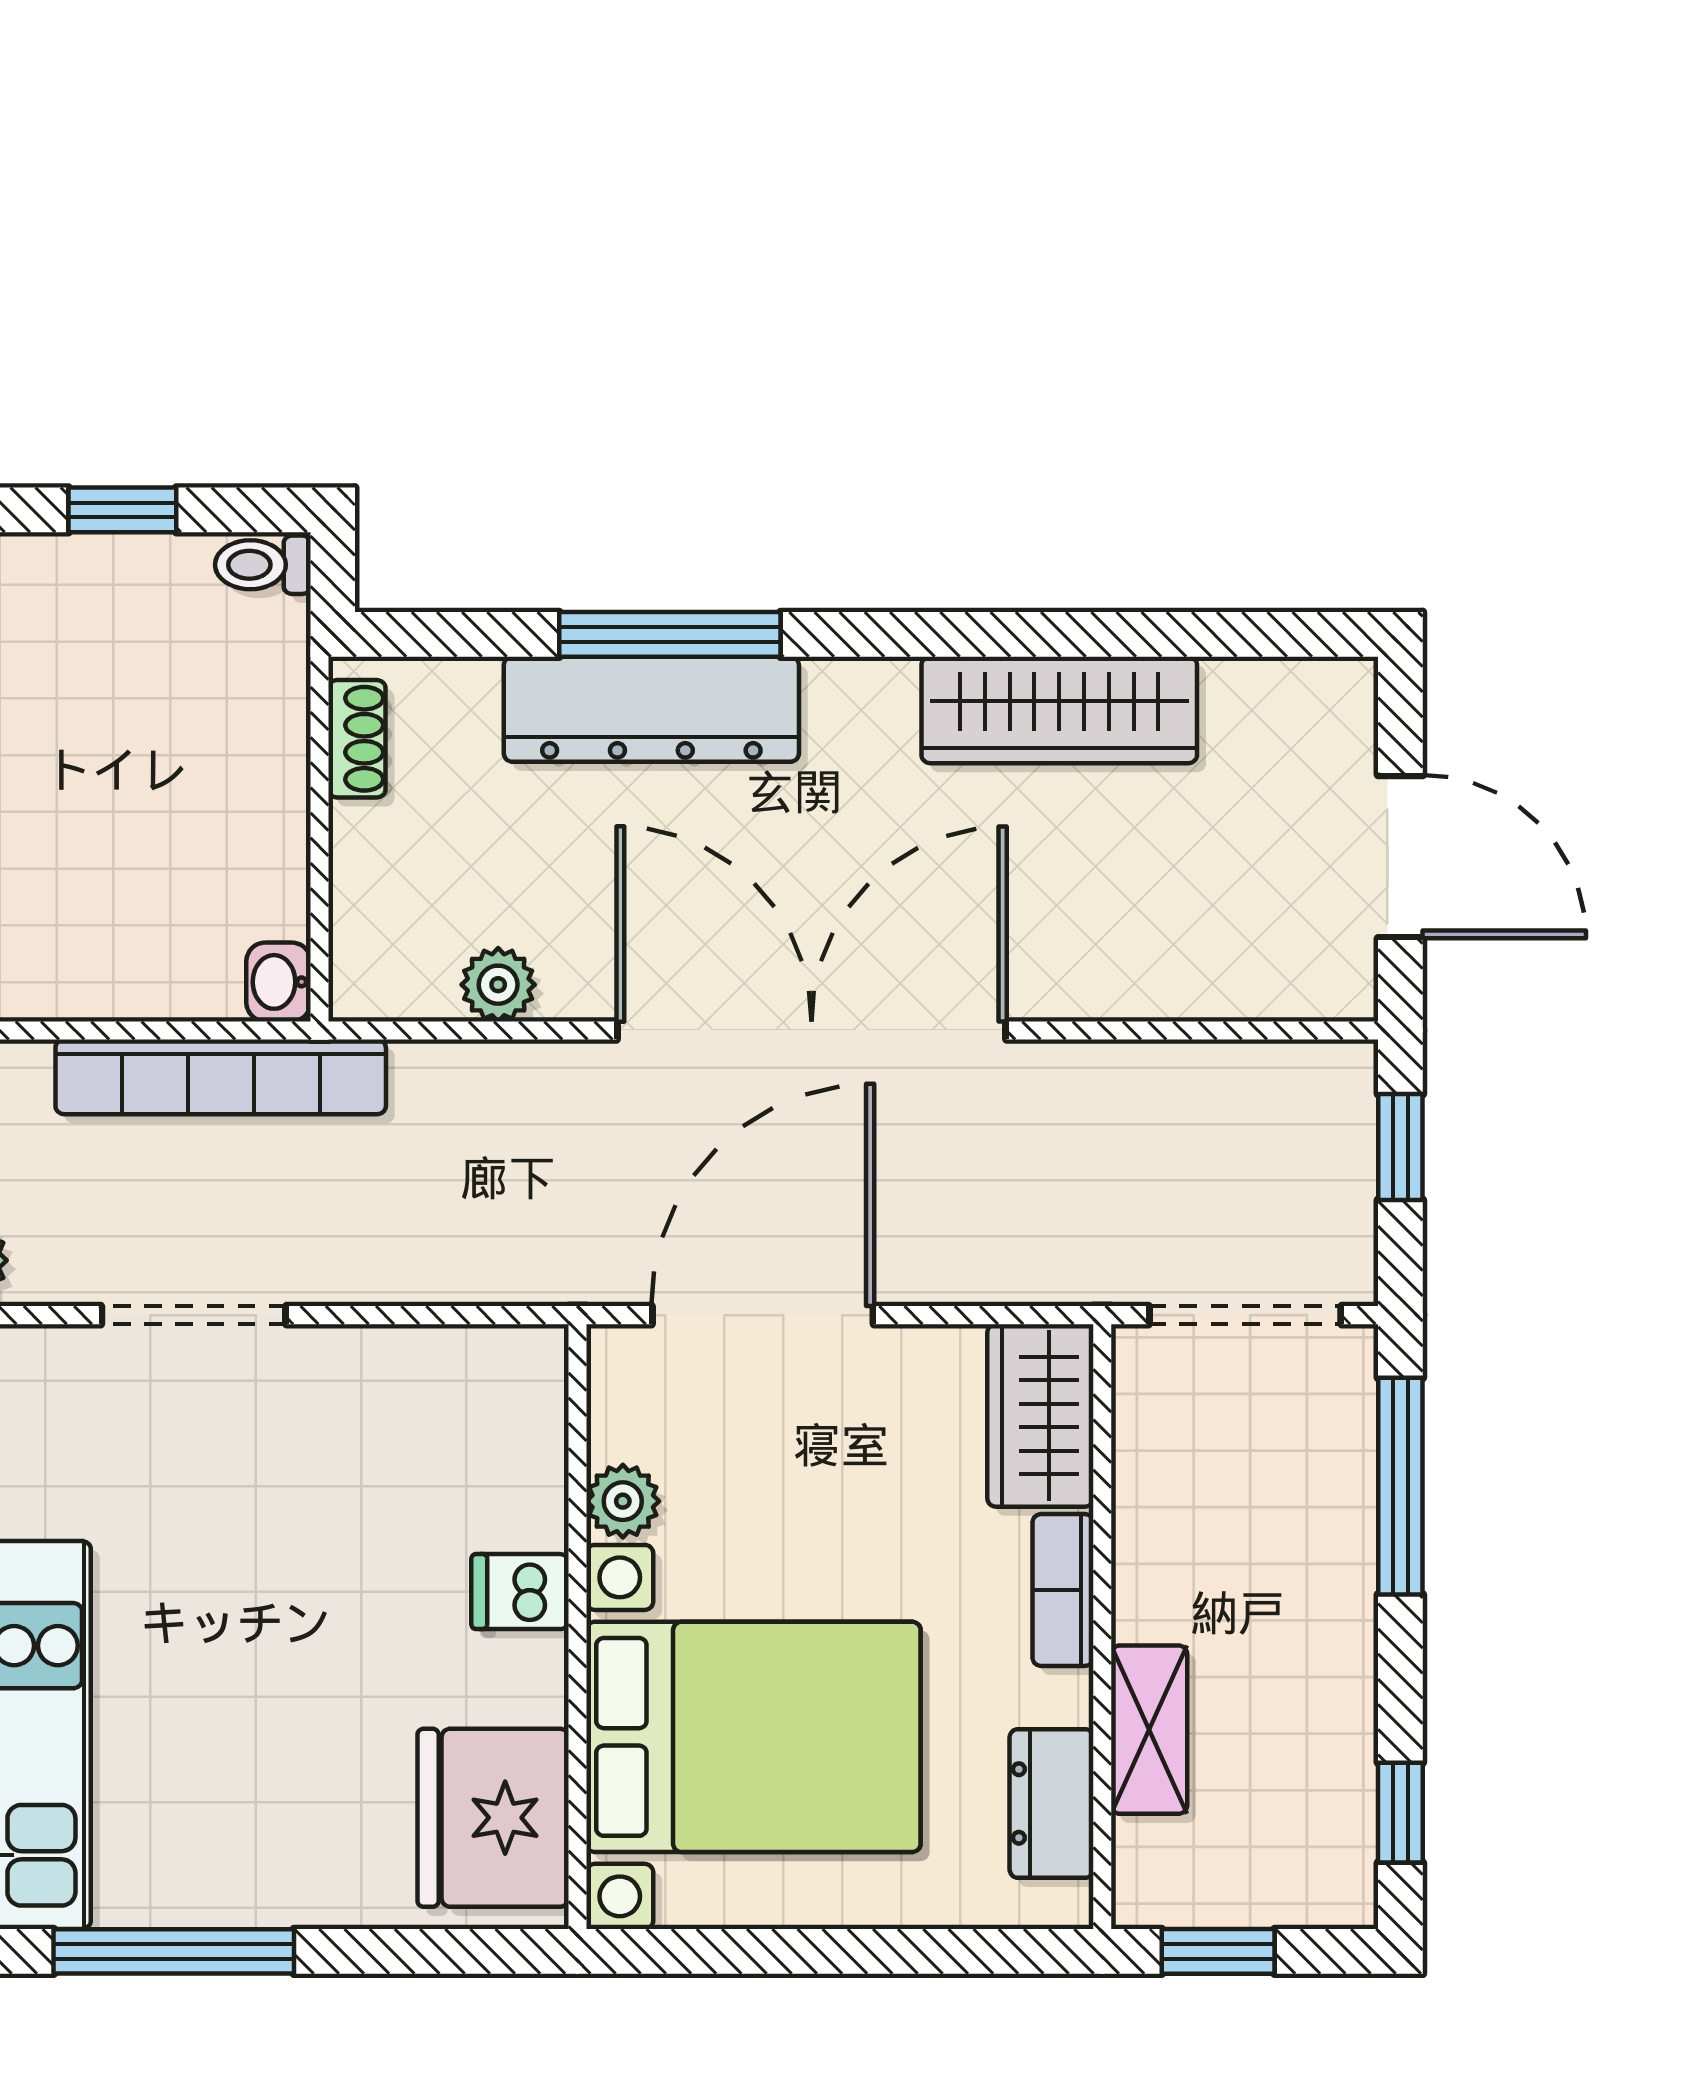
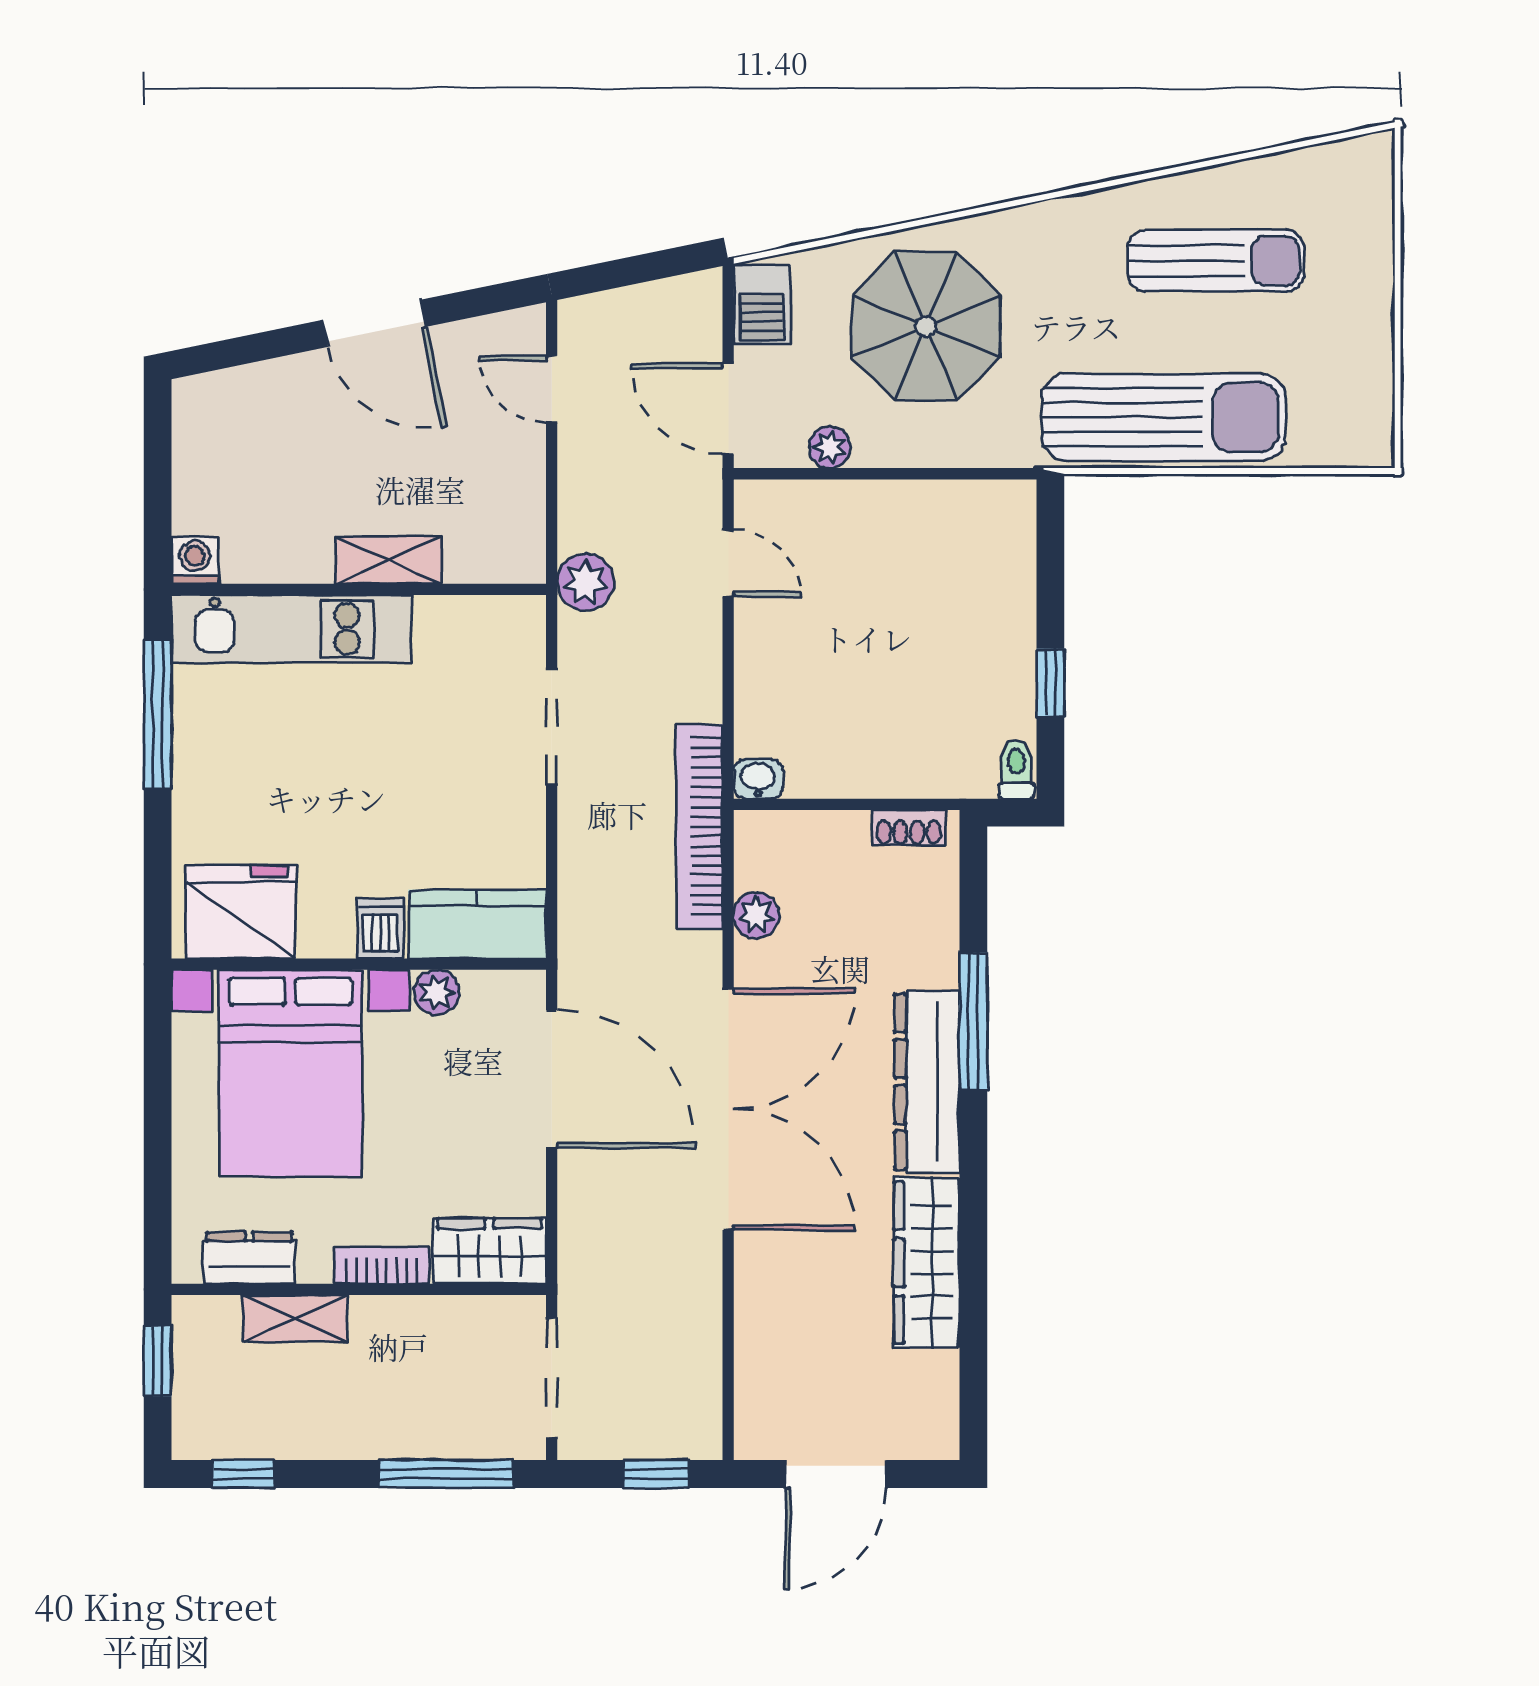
dresser: (651, 709) -> (927, 1082), moved
bookcase: (221, 1077) -> (699, 827), moved
kitchen counter: (513, 1435) -> (477, 924), added

